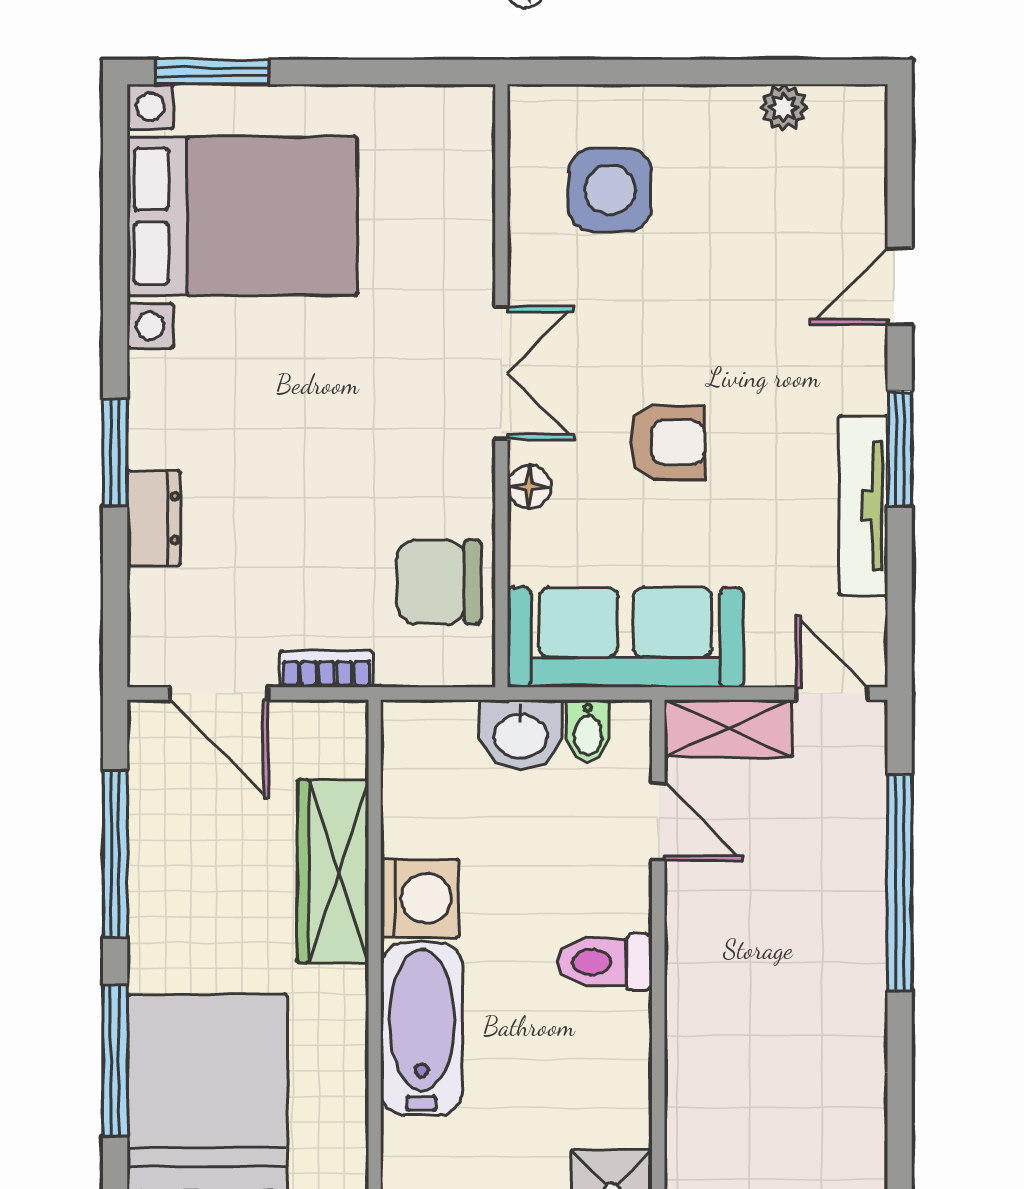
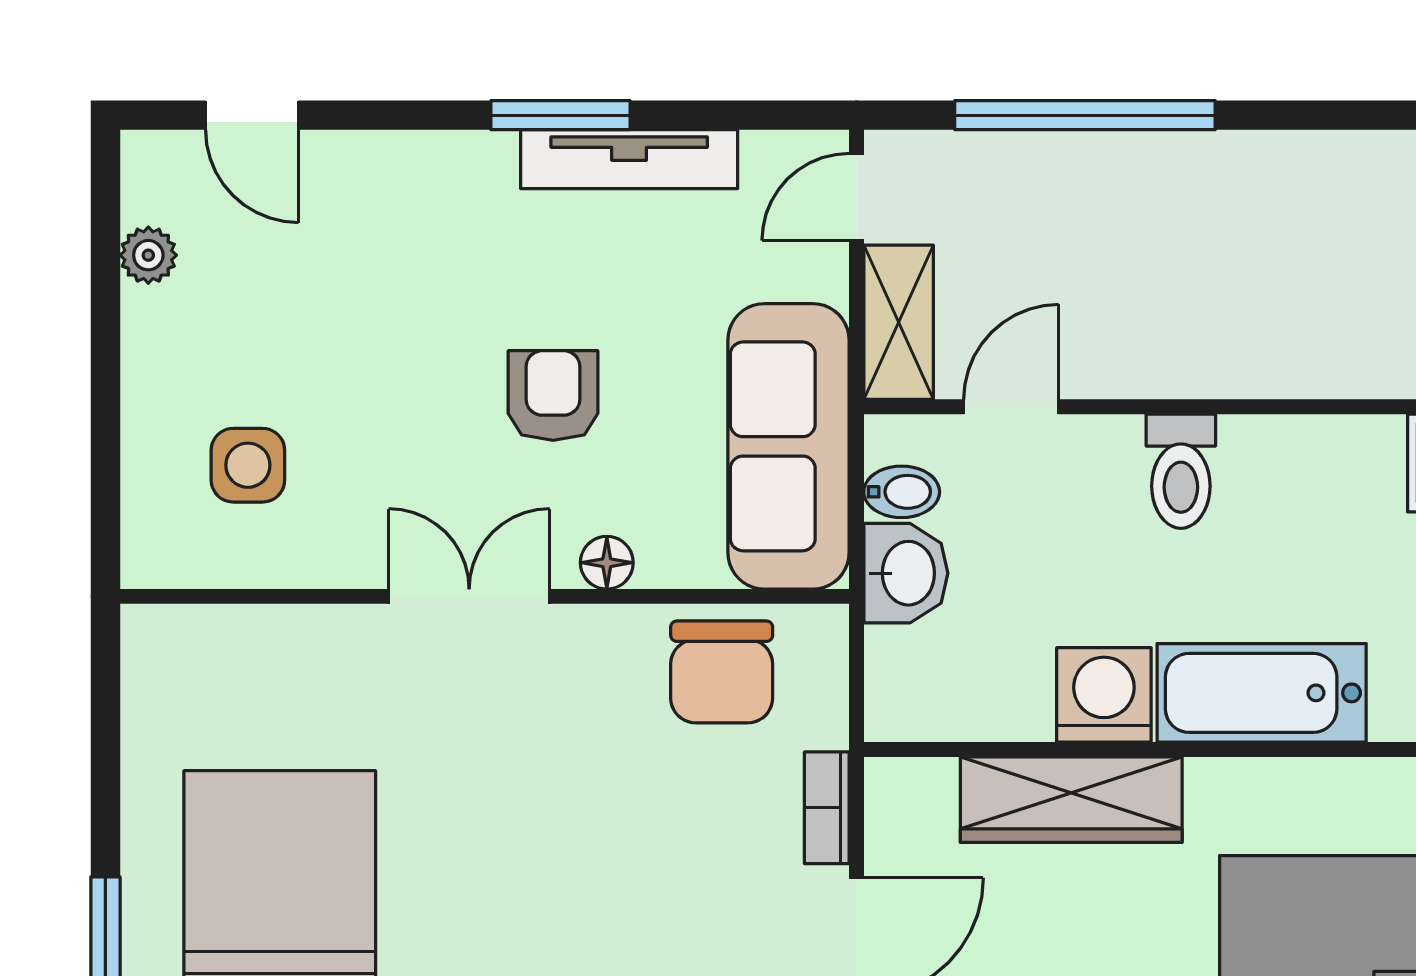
side table: (610, 190) -> (248, 465), width x0.73, depth x0.73
door: (900, 286) -> (252, 115), moved

